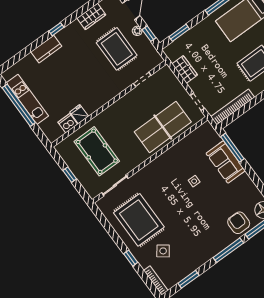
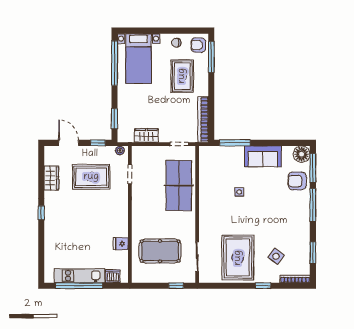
plant: (137, 31) -> (120, 150), moved
kitchen counter: (46, 49) -> (51, 232), removed
dishwasher: (68, 123) -> (113, 276), moved, turned 90
sofa: (226, 162) -> (263, 156), moved
window: (70, 175) -> (176, 286), moved
rug: (139, 220) -> (238, 258), turned 90

